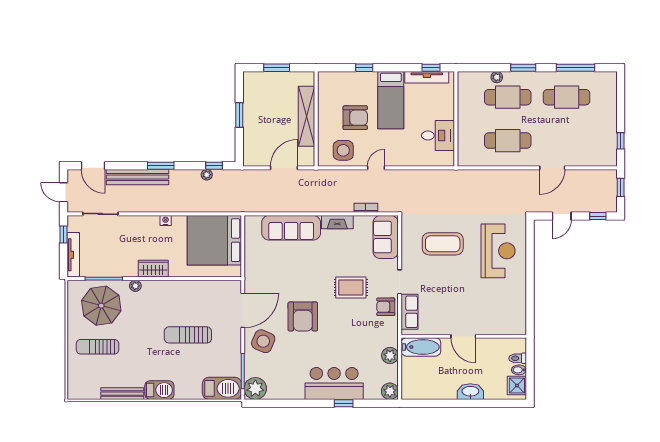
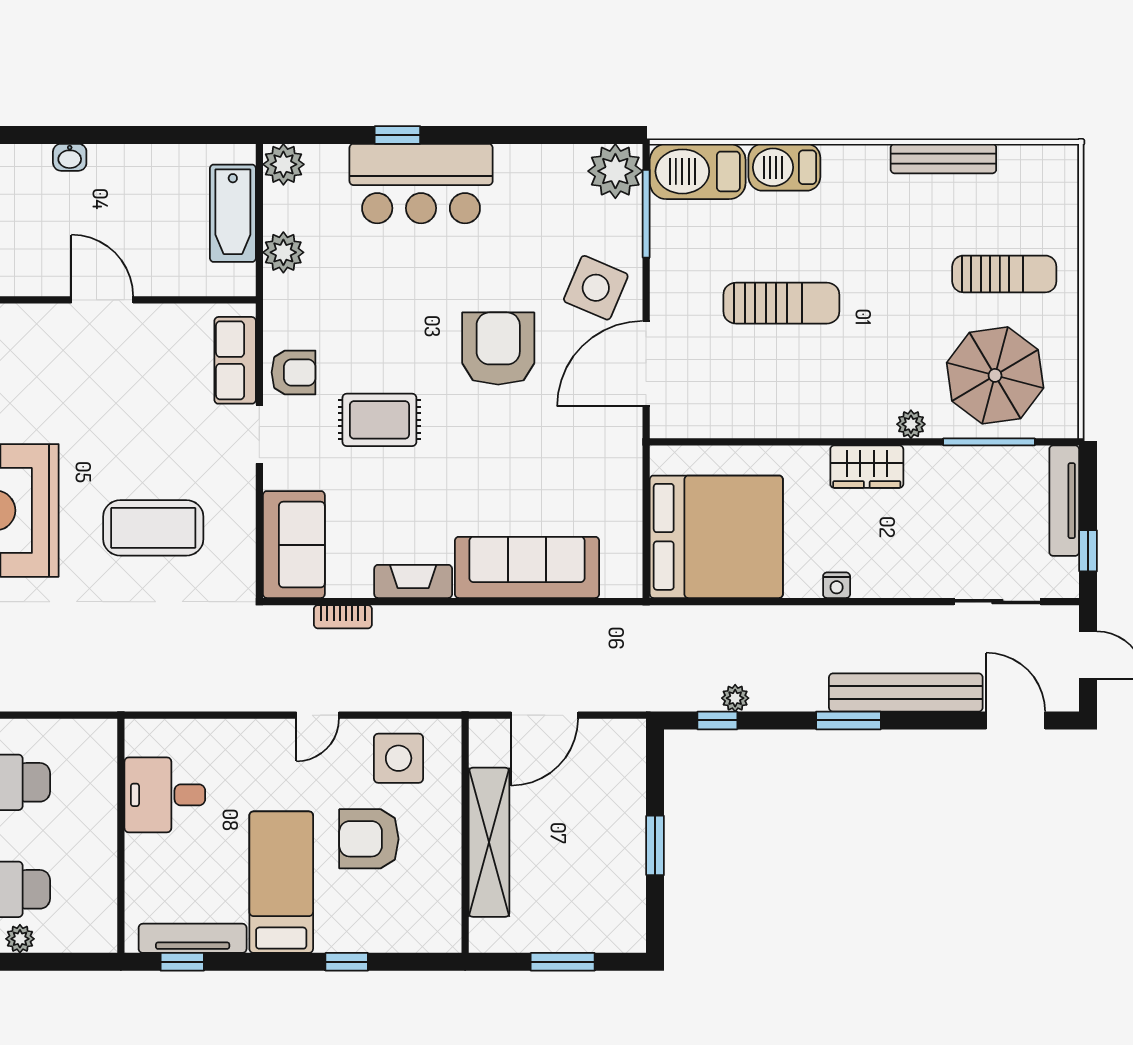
bathtub: (421, 347) -> (233, 213), moved, turned -90
barbecue: (159, 390) -> (784, 167), moved
washbasin: (470, 392) -> (70, 157), width x0.52, depth x0.69

